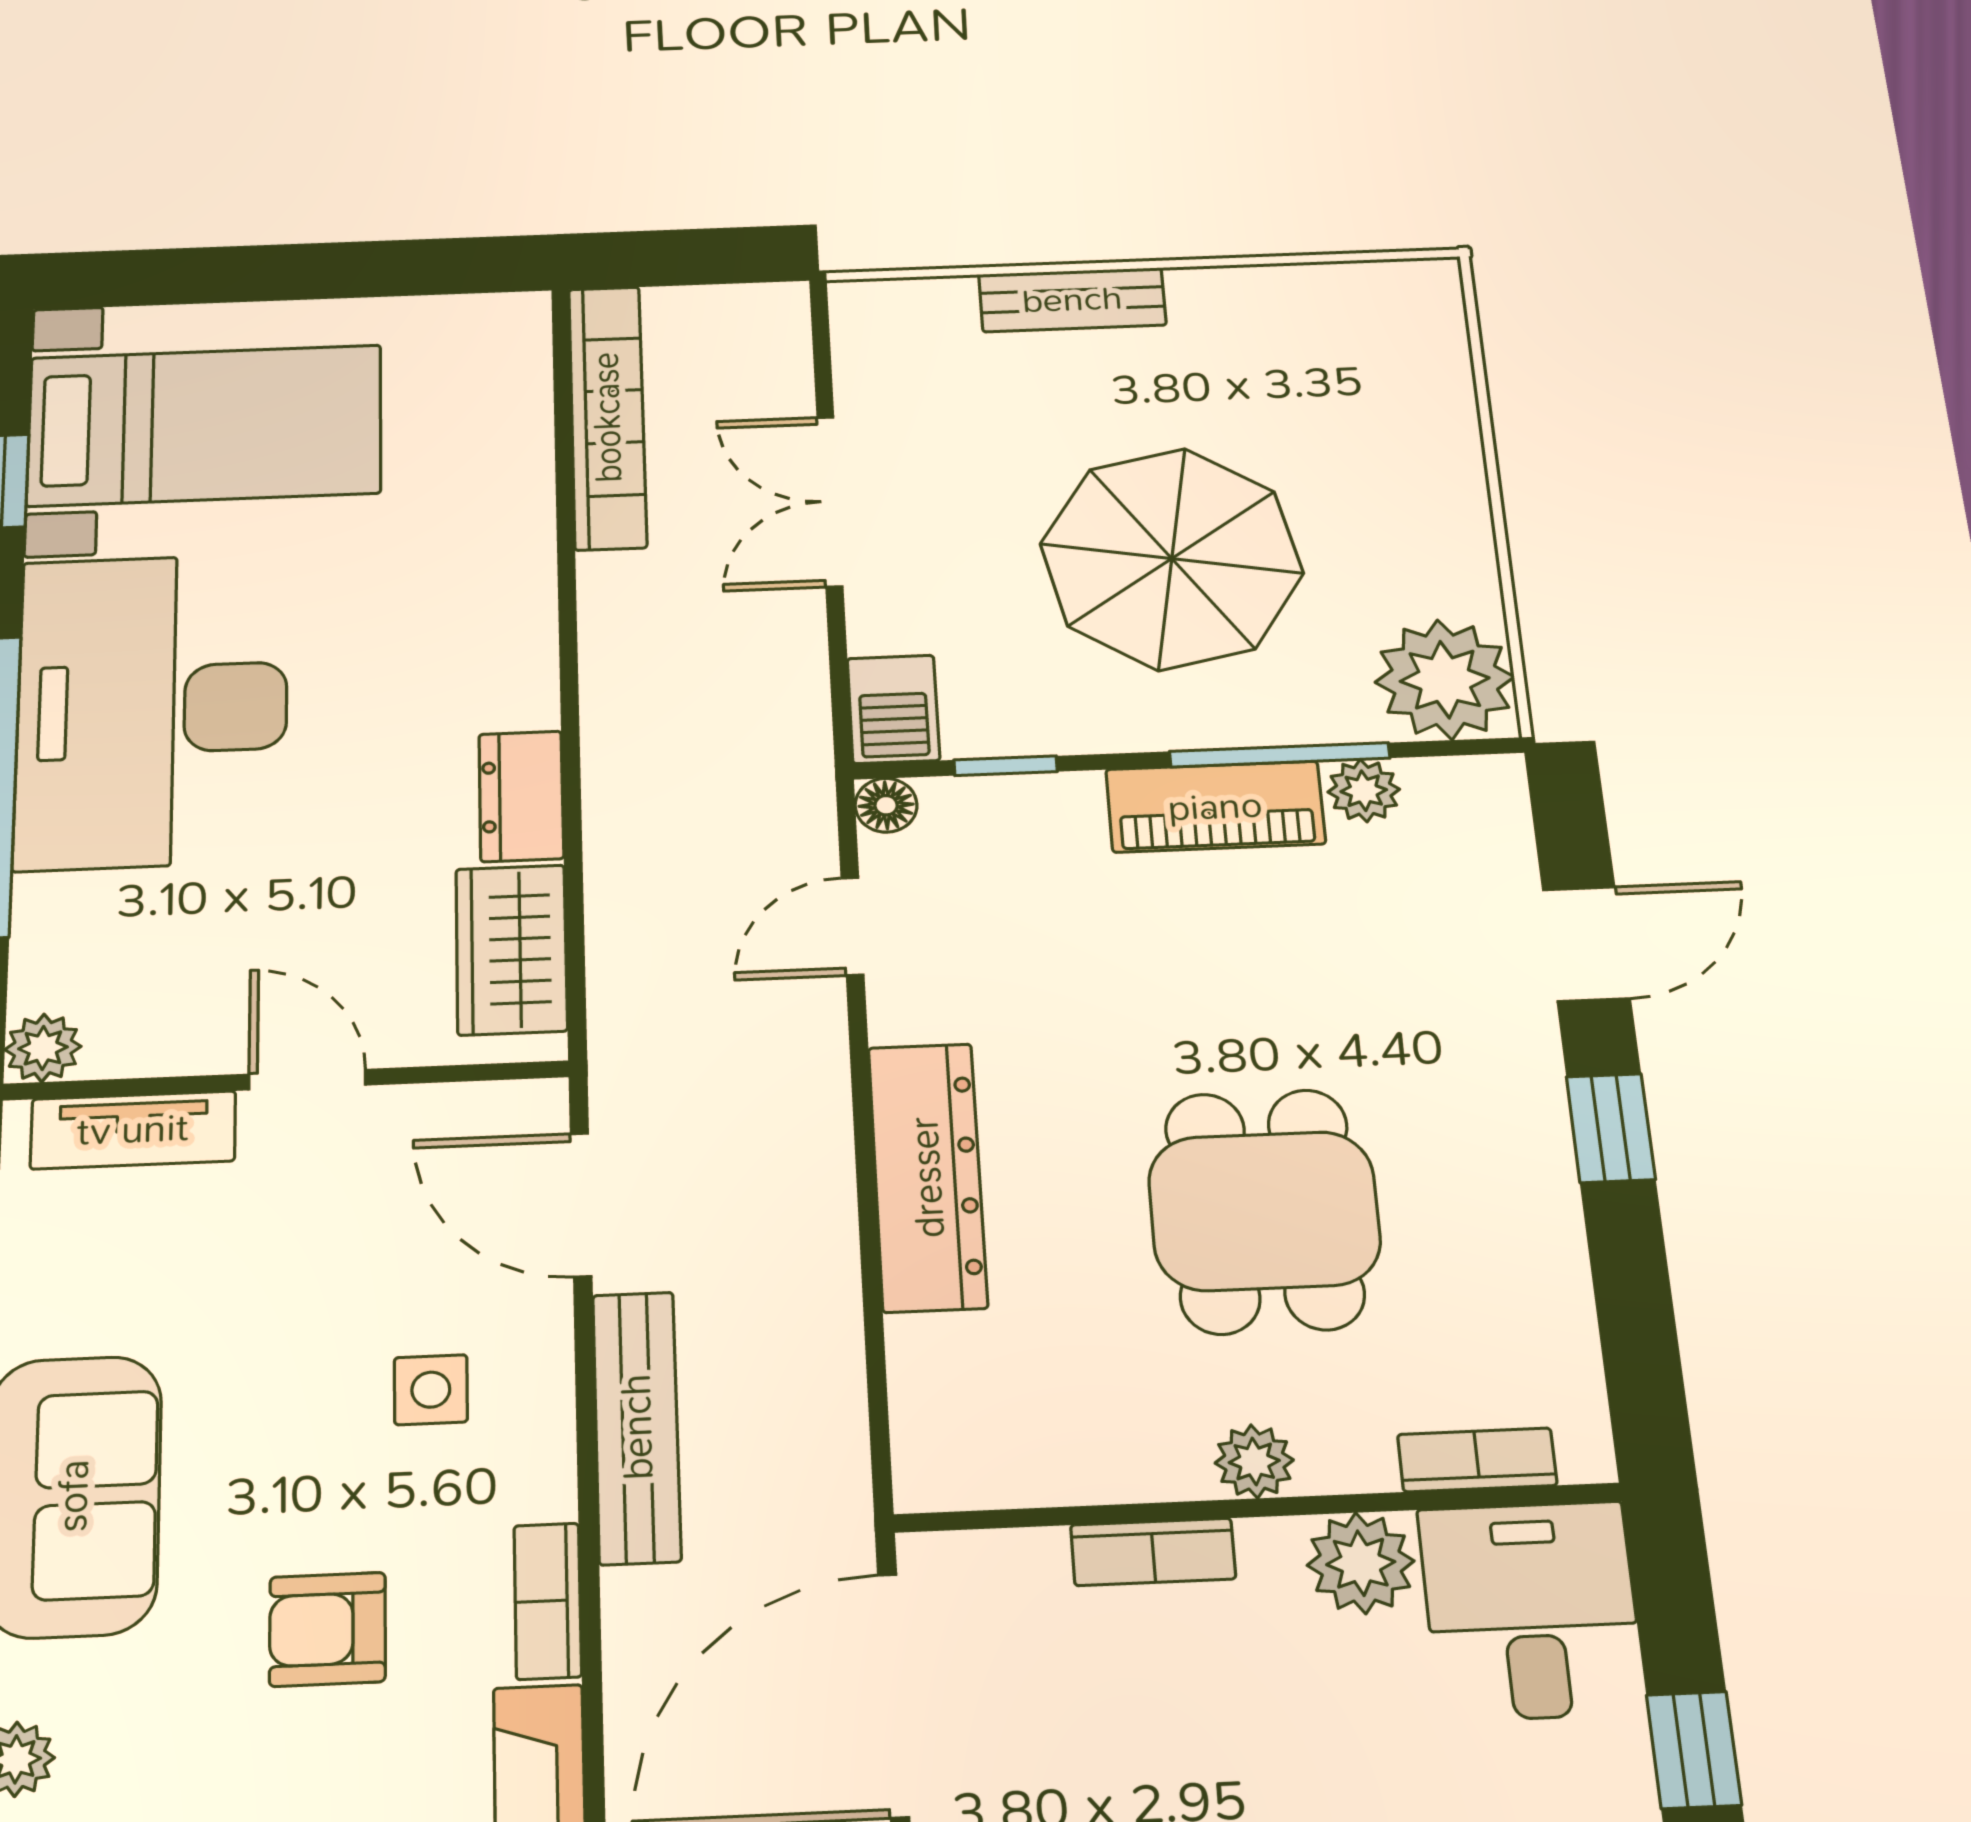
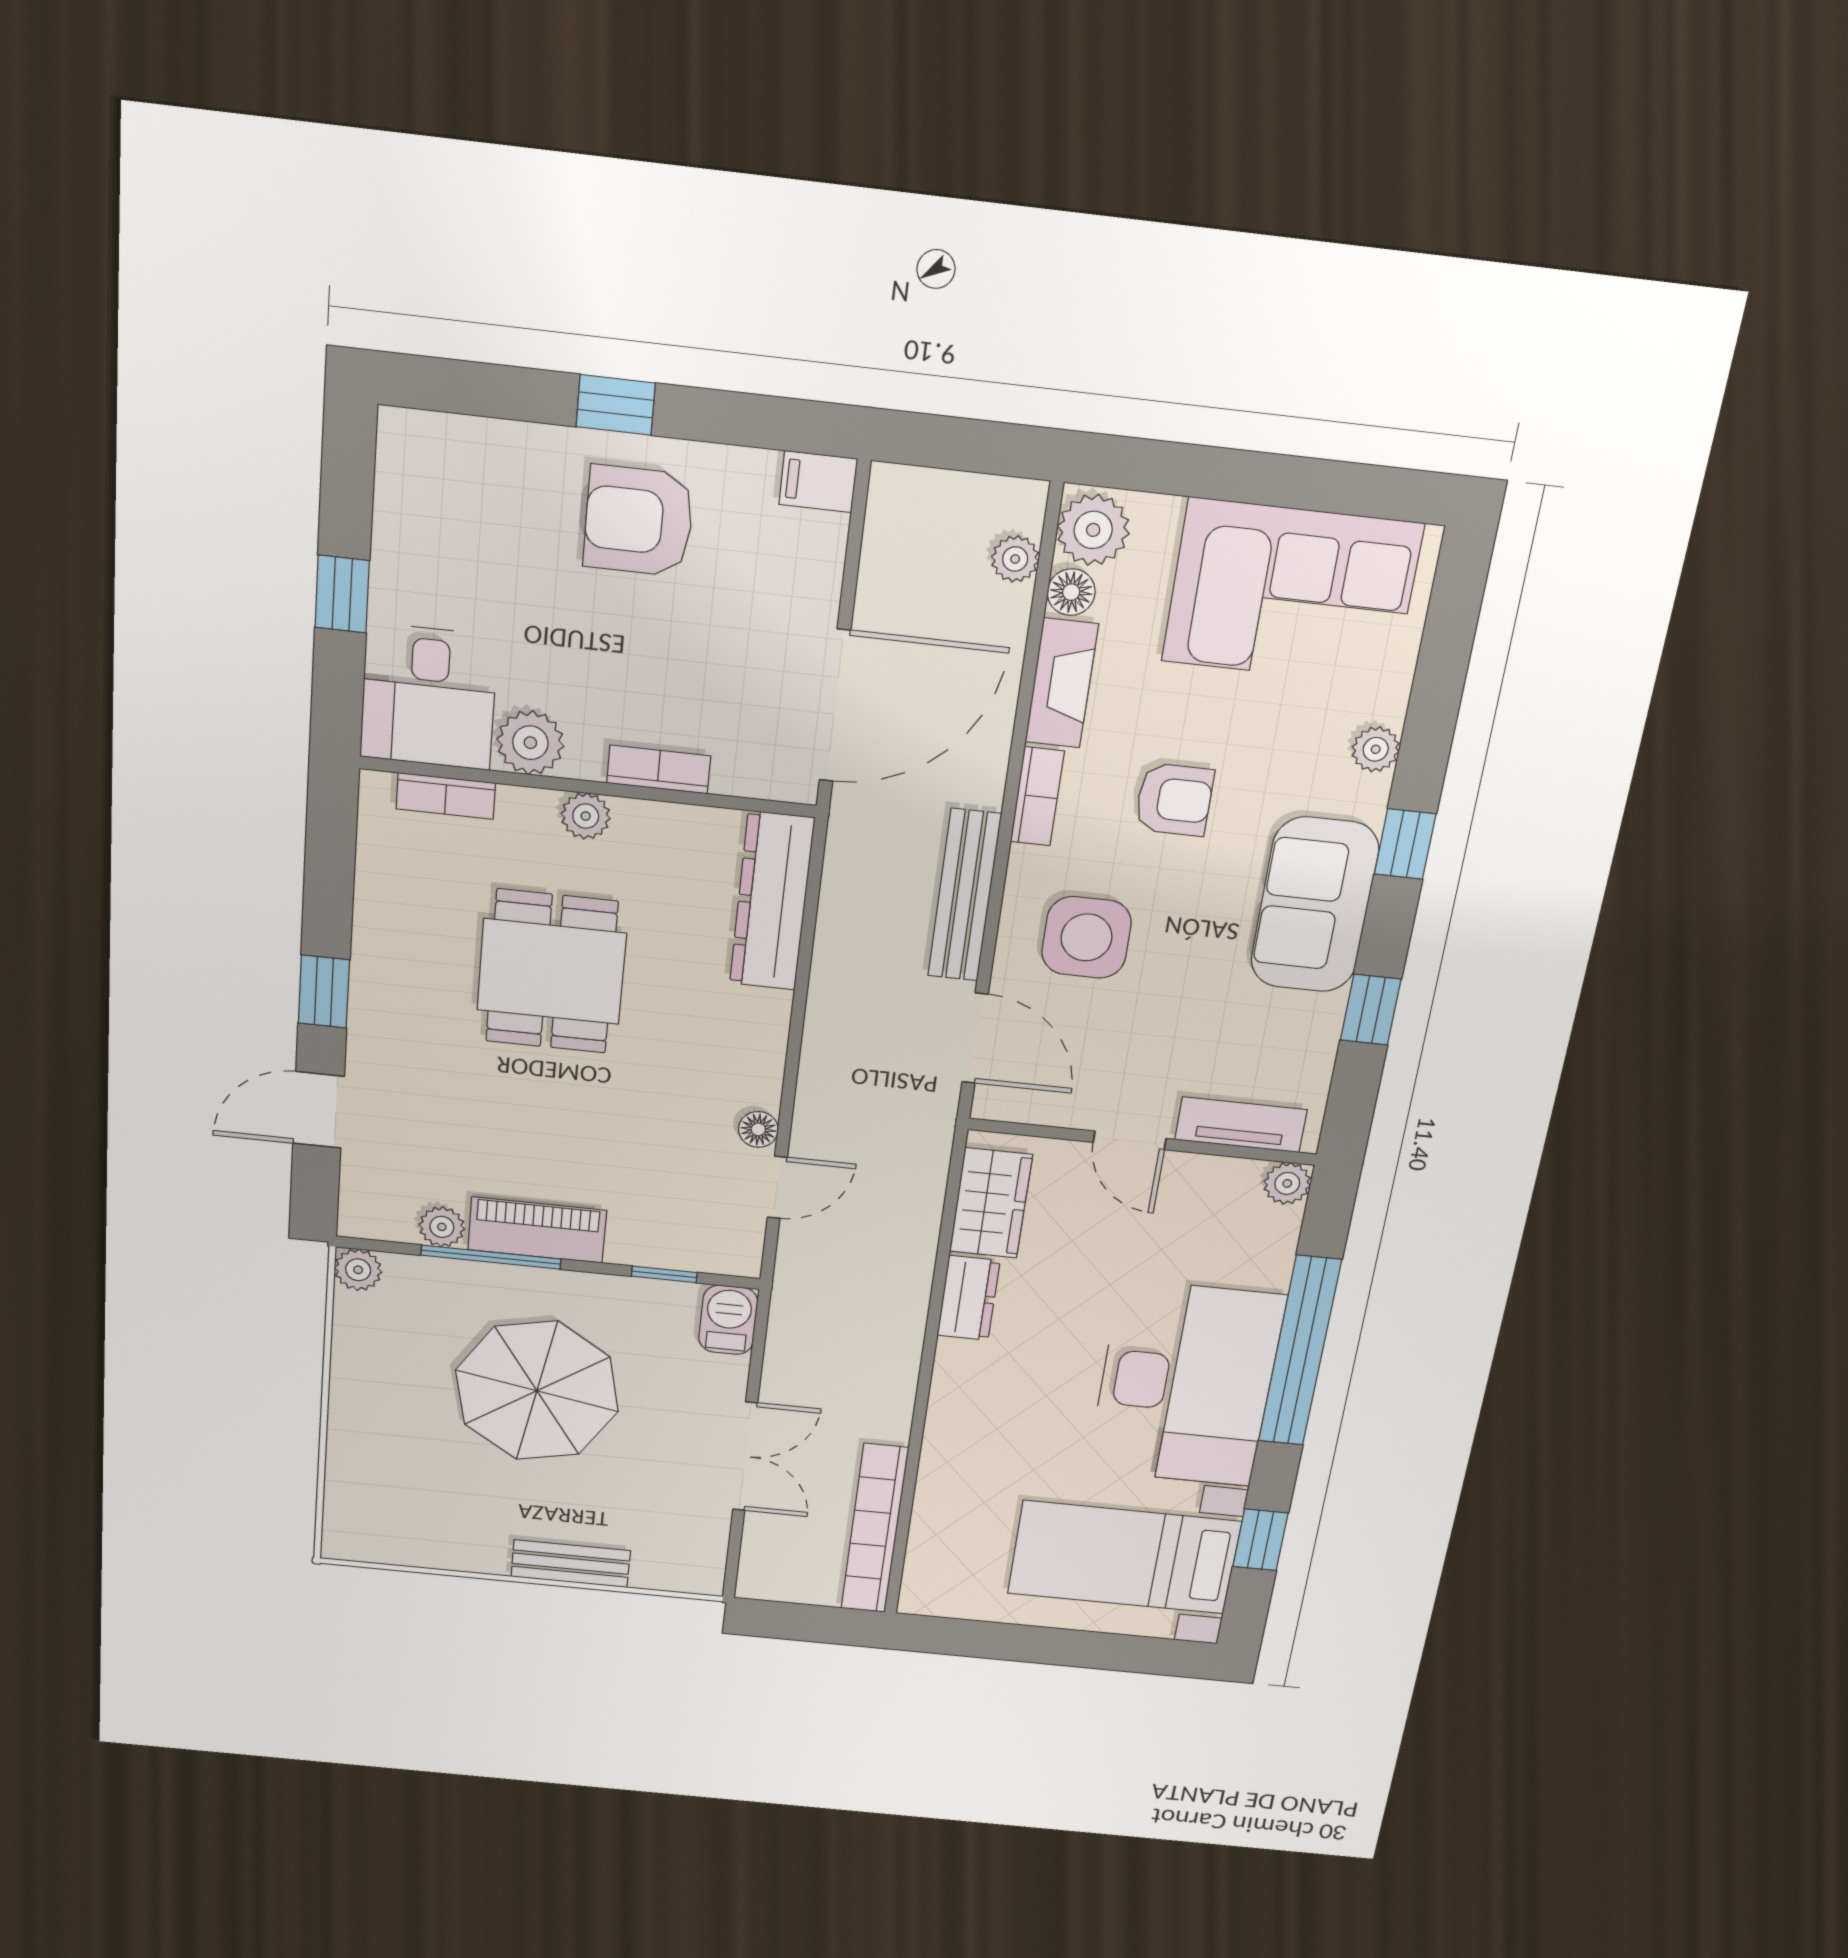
plant: (1445, 680) -> (358, 1270), width x0.53, depth x0.53
floor lamp: (886, 805) -> (758, 1129), moved
dresser: (927, 1177) -> (772, 901), moved
side table: (431, 1390) -> (1086, 937), width x1.87, depth x1.87

